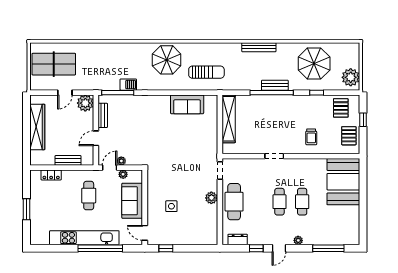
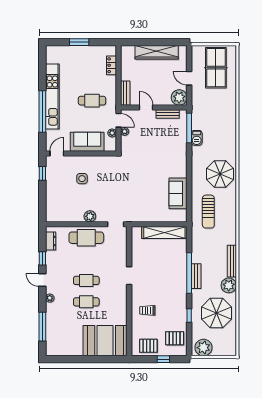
plant: (285, 51) -> (229, 285), added
bench: (68, 160) -> (125, 93), moved

